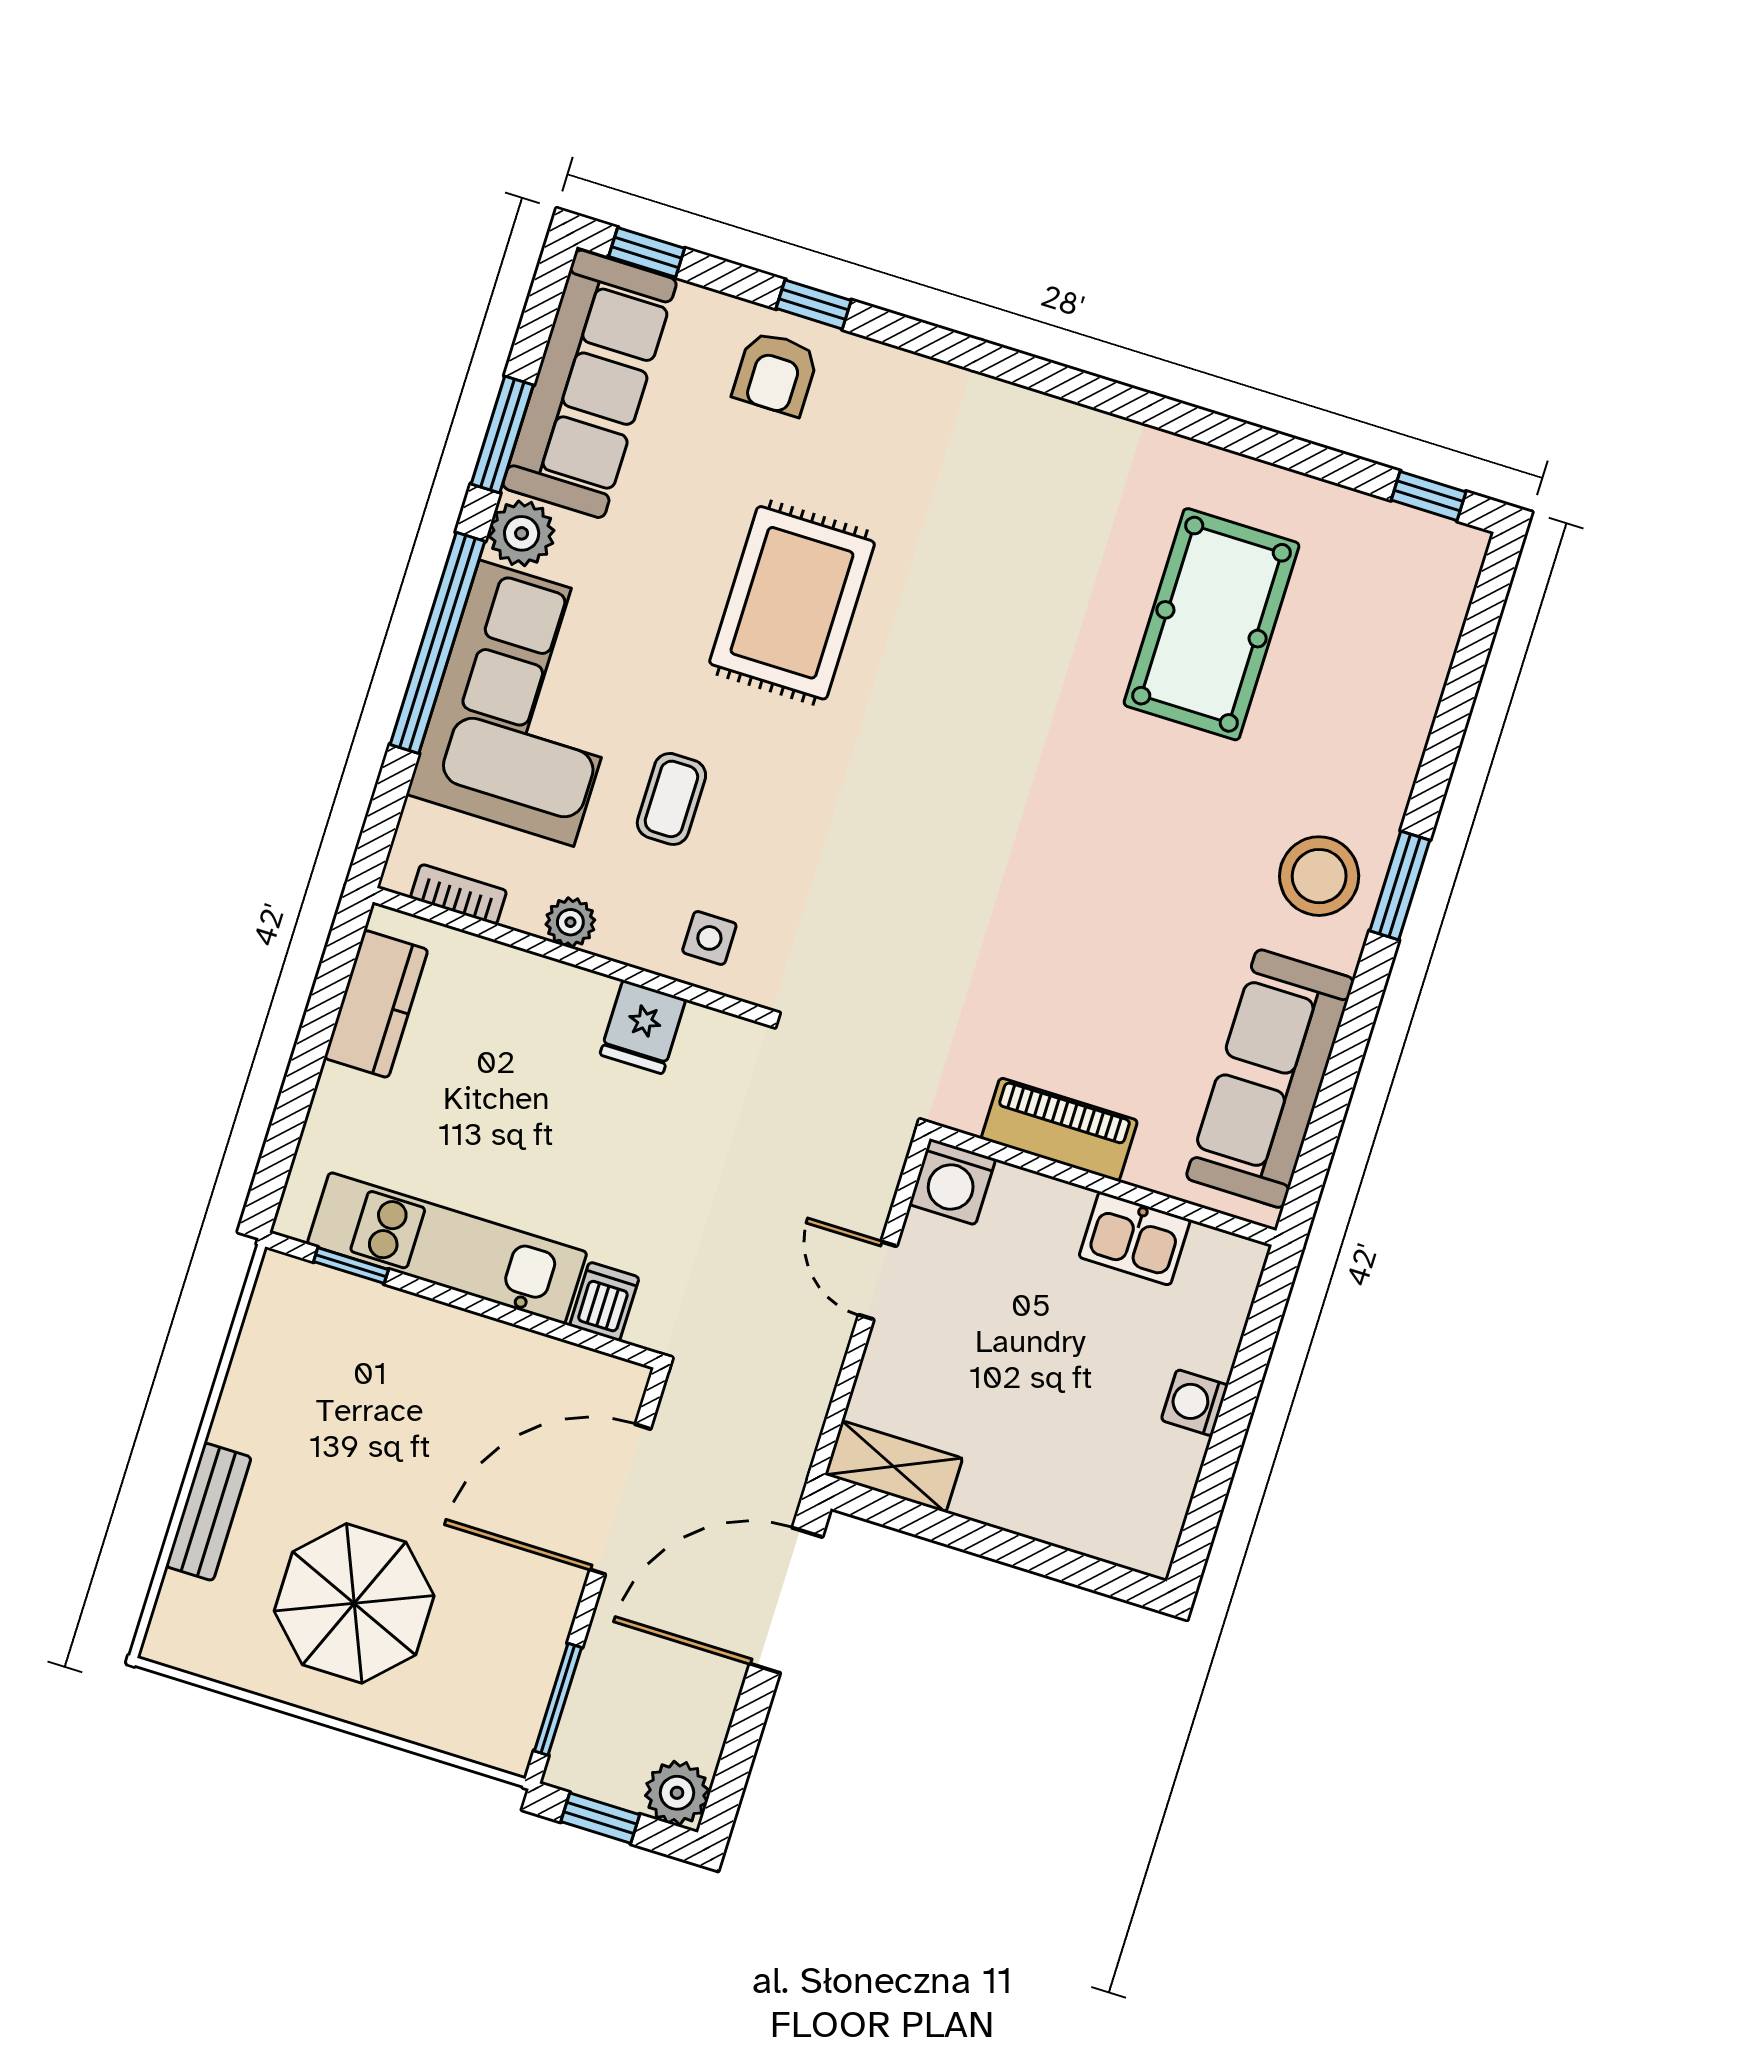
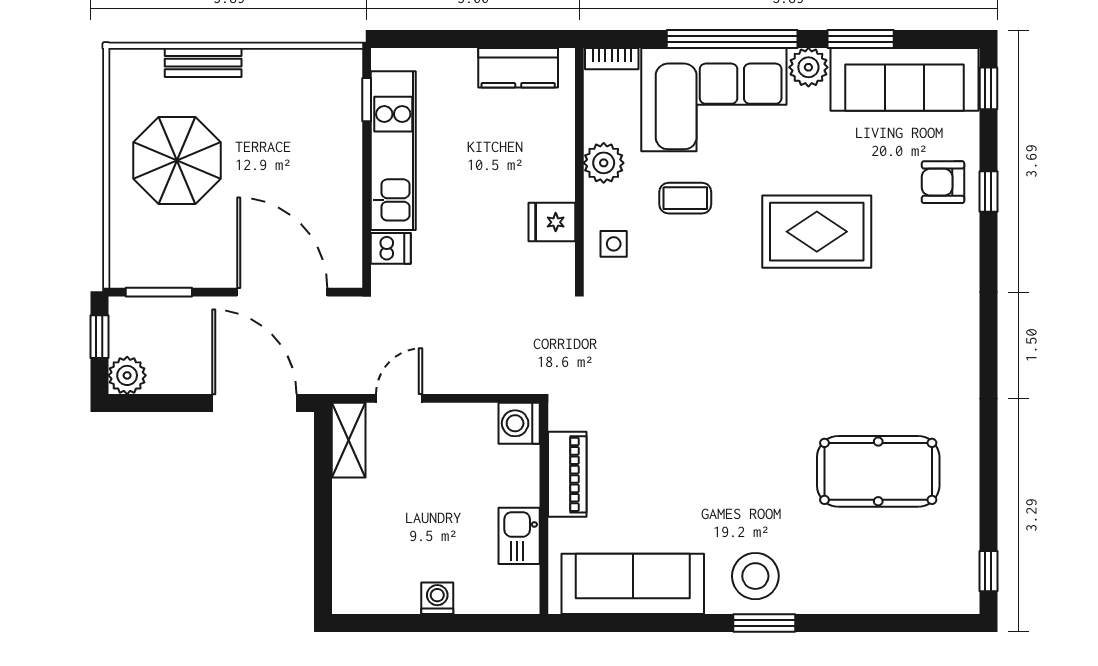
bookcase: (459, 894) -> (612, 59), moved, turned 90
plant: (570, 922) -> (604, 163), width x1.38, depth x1.38
door: (878, 1281) -> (399, 398), moved

